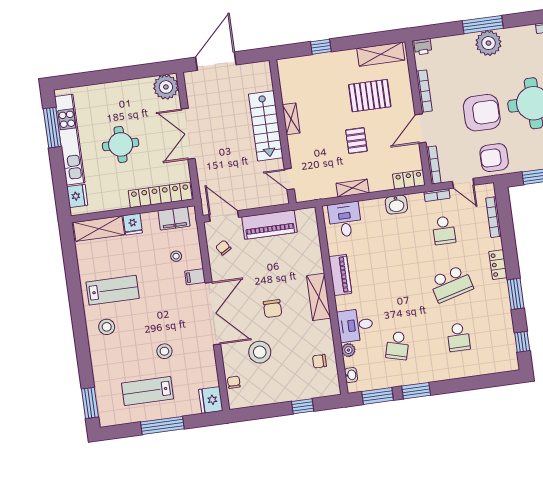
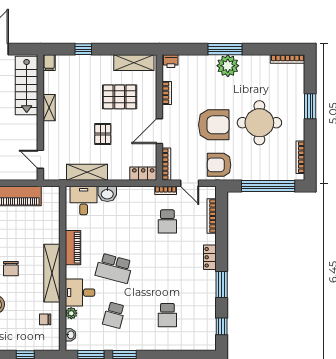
filing cabinet: (284, 67) -> (49, 63), added
bookcase: (424, 91) -> (167, 93), width x0.64
stairs: (266, 126) -> (27, 86), moved
shelving: (353, 188) -> (87, 172), width x1.50, depth x1.33
washbasin: (396, 205) -> (107, 194), moved
school desk: (451, 284) -> (114, 268), moved, turned 30
shelving: (319, 297) -> (52, 273), width x1.47

